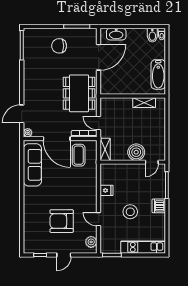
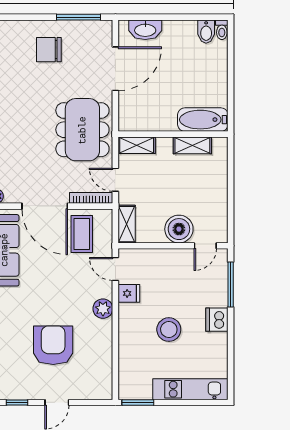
bathtub: (158, 74) -> (203, 120), moved, turned 90
shelving: (111, 102) -> (137, 145), added
door: (99, 219) -> (115, 269), moved
armchair: (62, 221) -> (53, 345), turned 90
plant: (91, 242) -> (103, 309), moved

